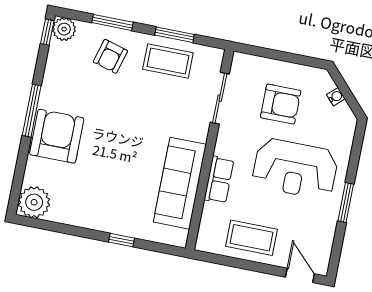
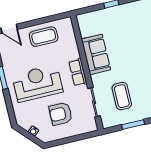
coffee table: (168, 61) -> (122, 96), moved, turned 90
row of seats: (219, 180) -> (78, 72), moved
sofa: (180, 183) -> (96, 54), width x0.73

